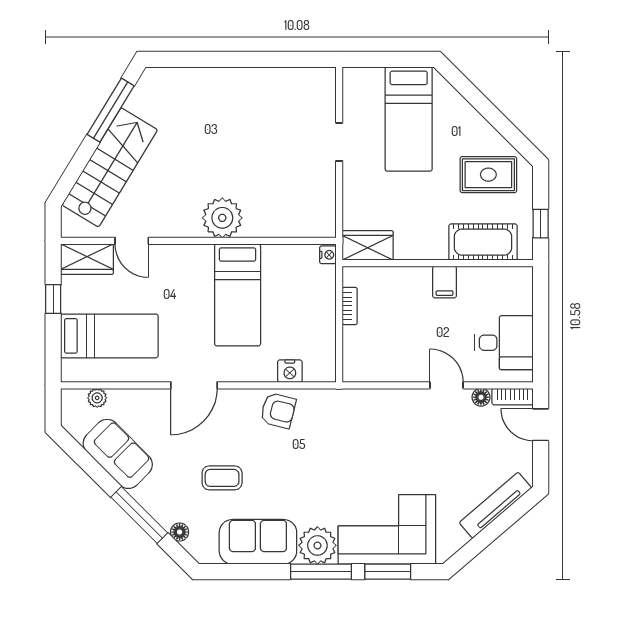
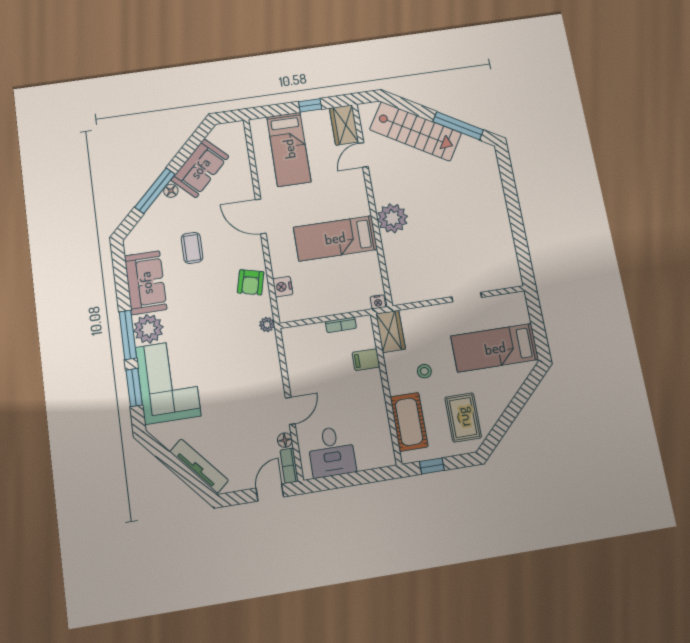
stool: (424, 212) -> (424, 371), added
filing cabinet: (445, 282) -> (366, 360), moved
plant: (97, 398) -> (267, 325), moved
floor lamp: (180, 532) -> (171, 191), moved

